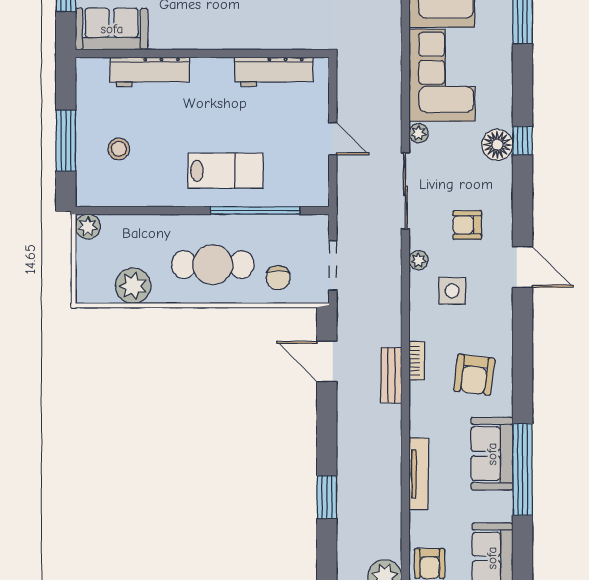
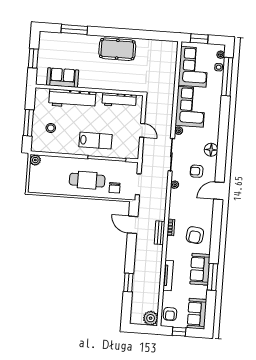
sofa: (112, 29) -> (63, 78), moved
workbench: (150, 72) -> (72, 99), width x1.36, depth x1.32
window: (523, 141) -> (223, 137), removed
floor lamp: (497, 145) -> (211, 150), moved
door: (523, 267) -> (219, 191), swing flipped
plant: (133, 286) -> (53, 187), removed
side table: (452, 291) -> (188, 199), removed
window: (523, 469) -> (212, 277), width x0.68

